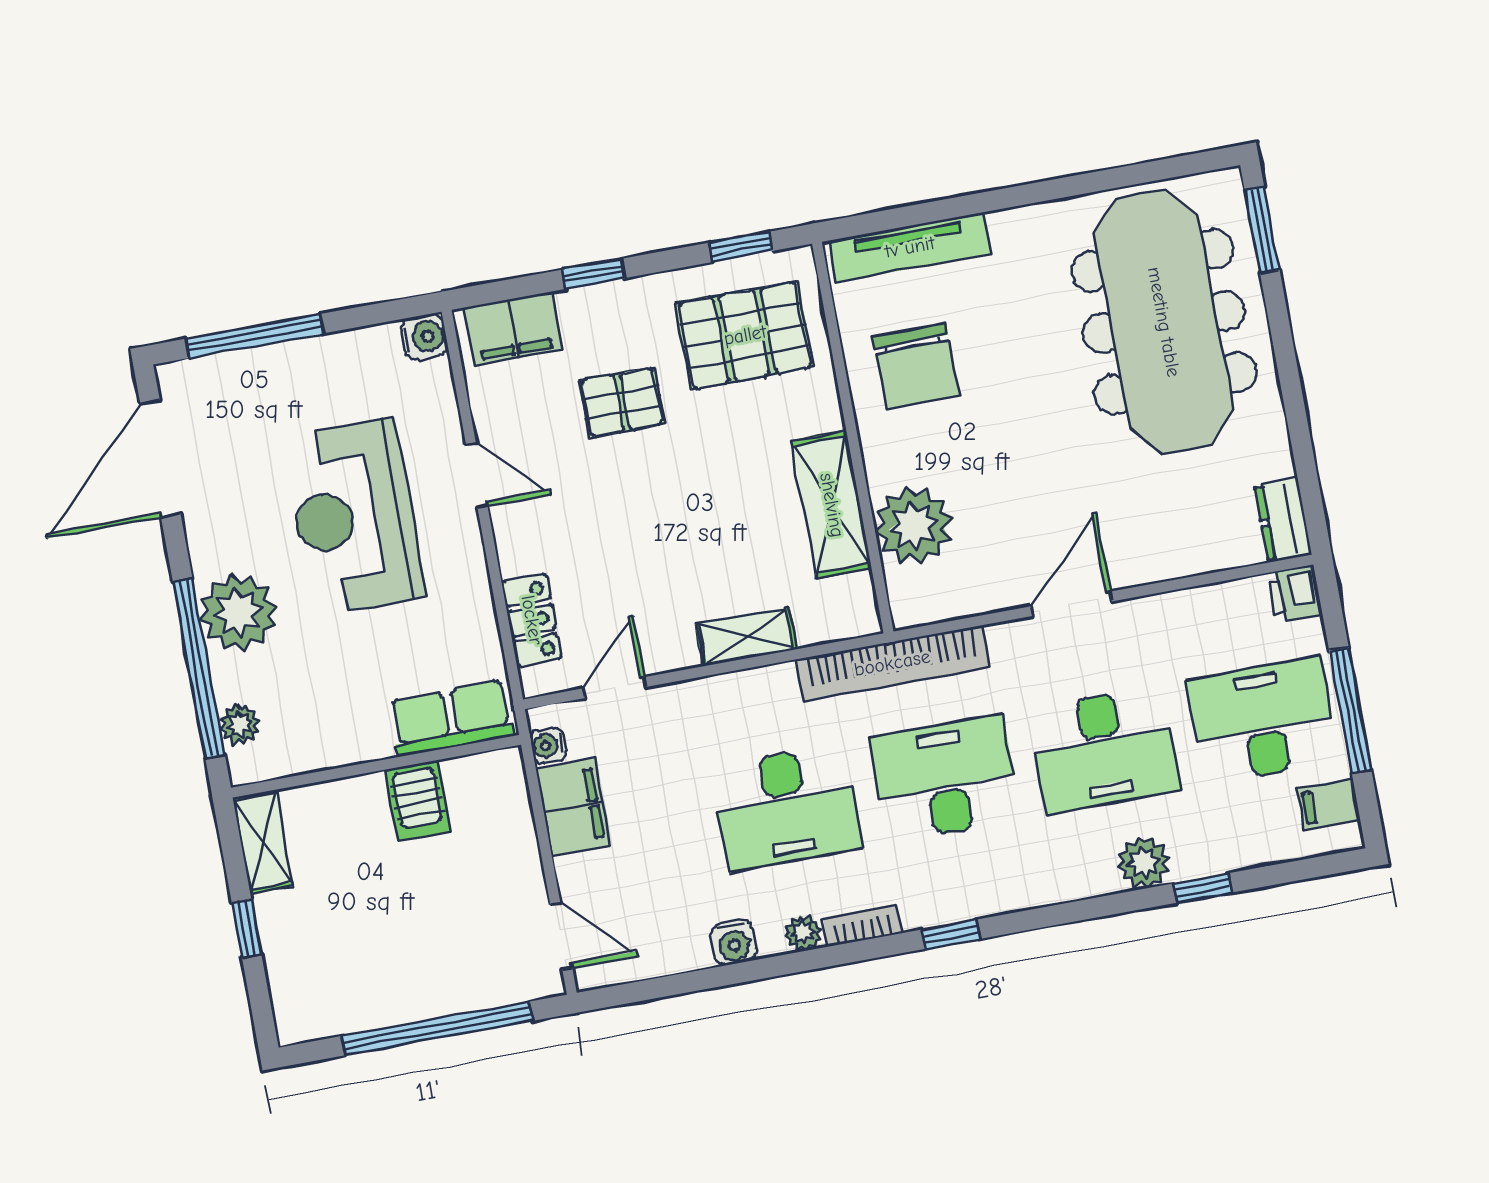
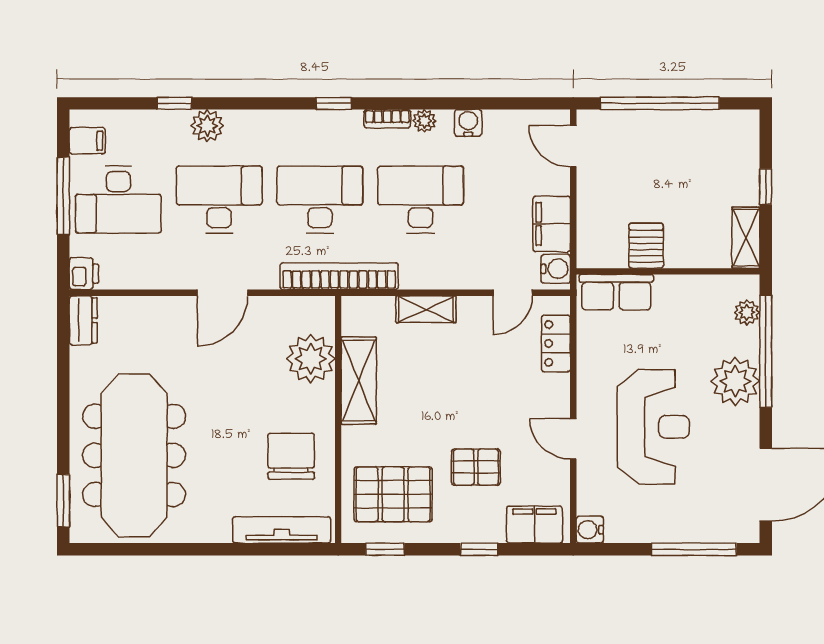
water cooler: (548, 745) -> (556, 269), width x1.38, depth x1.38
desk: (945, 779) -> (320, 200), turned 180

